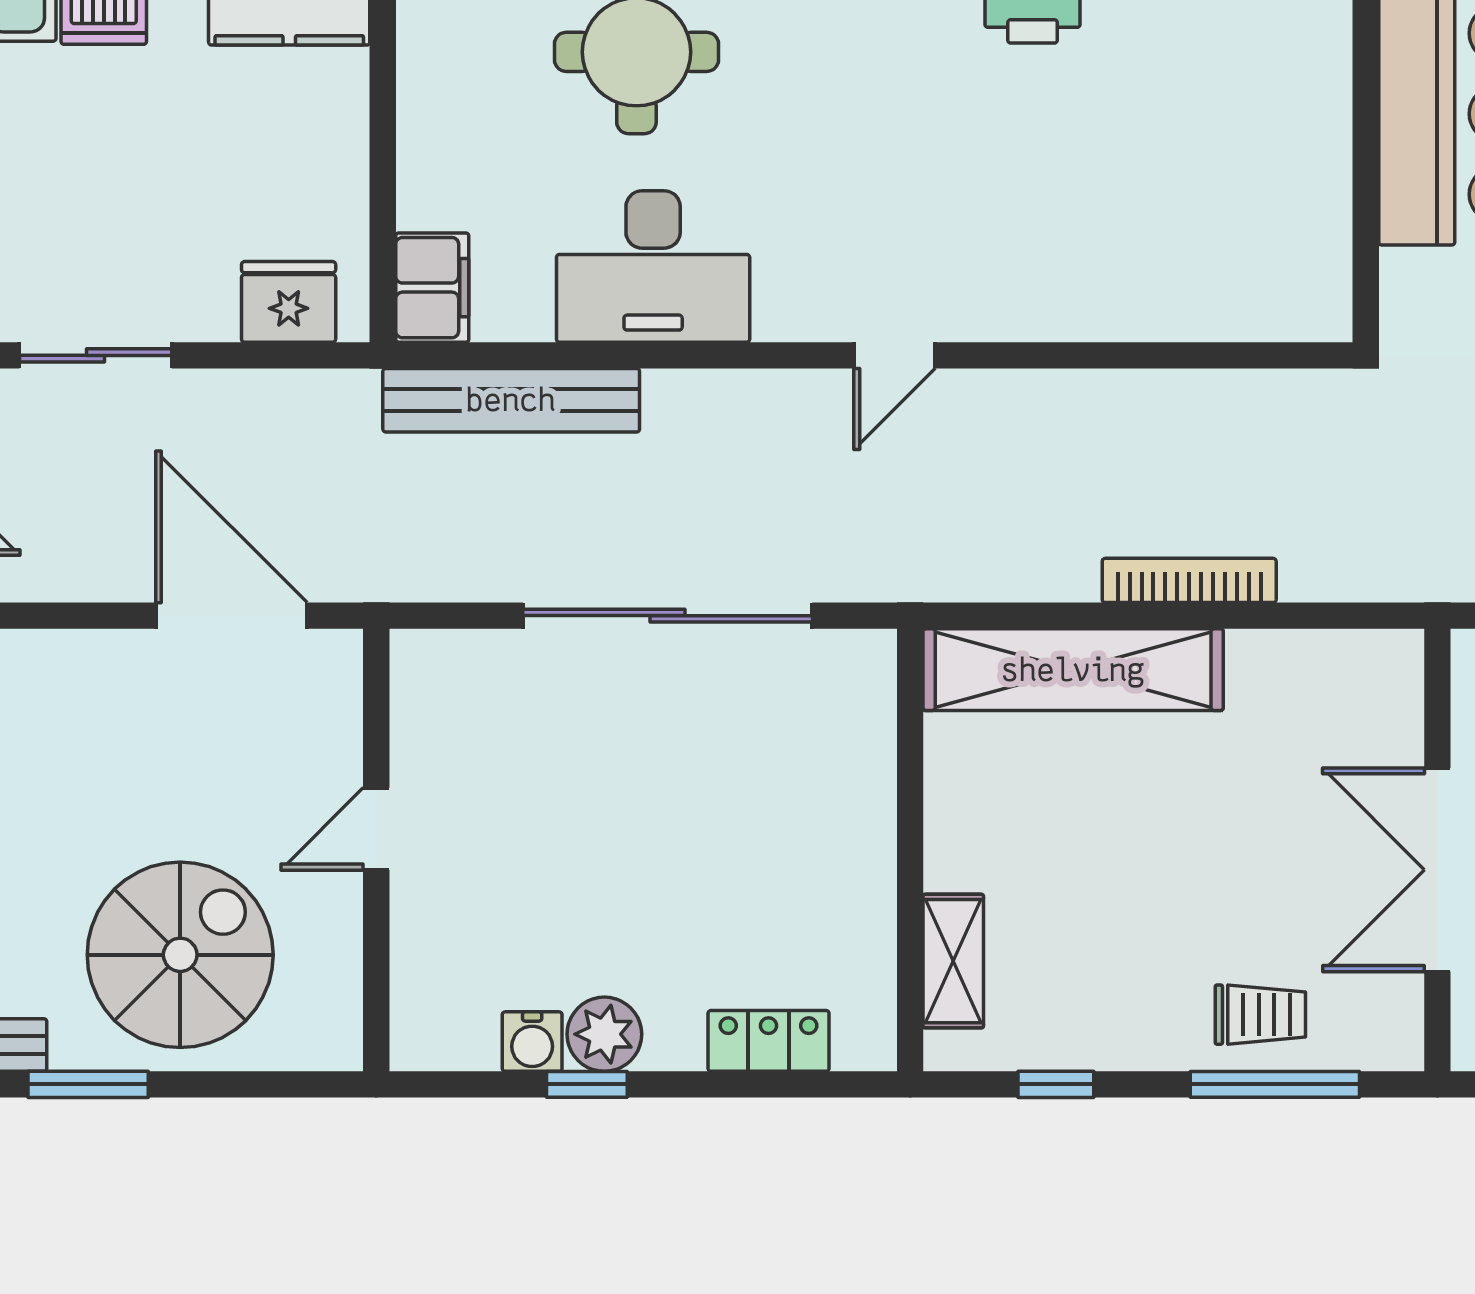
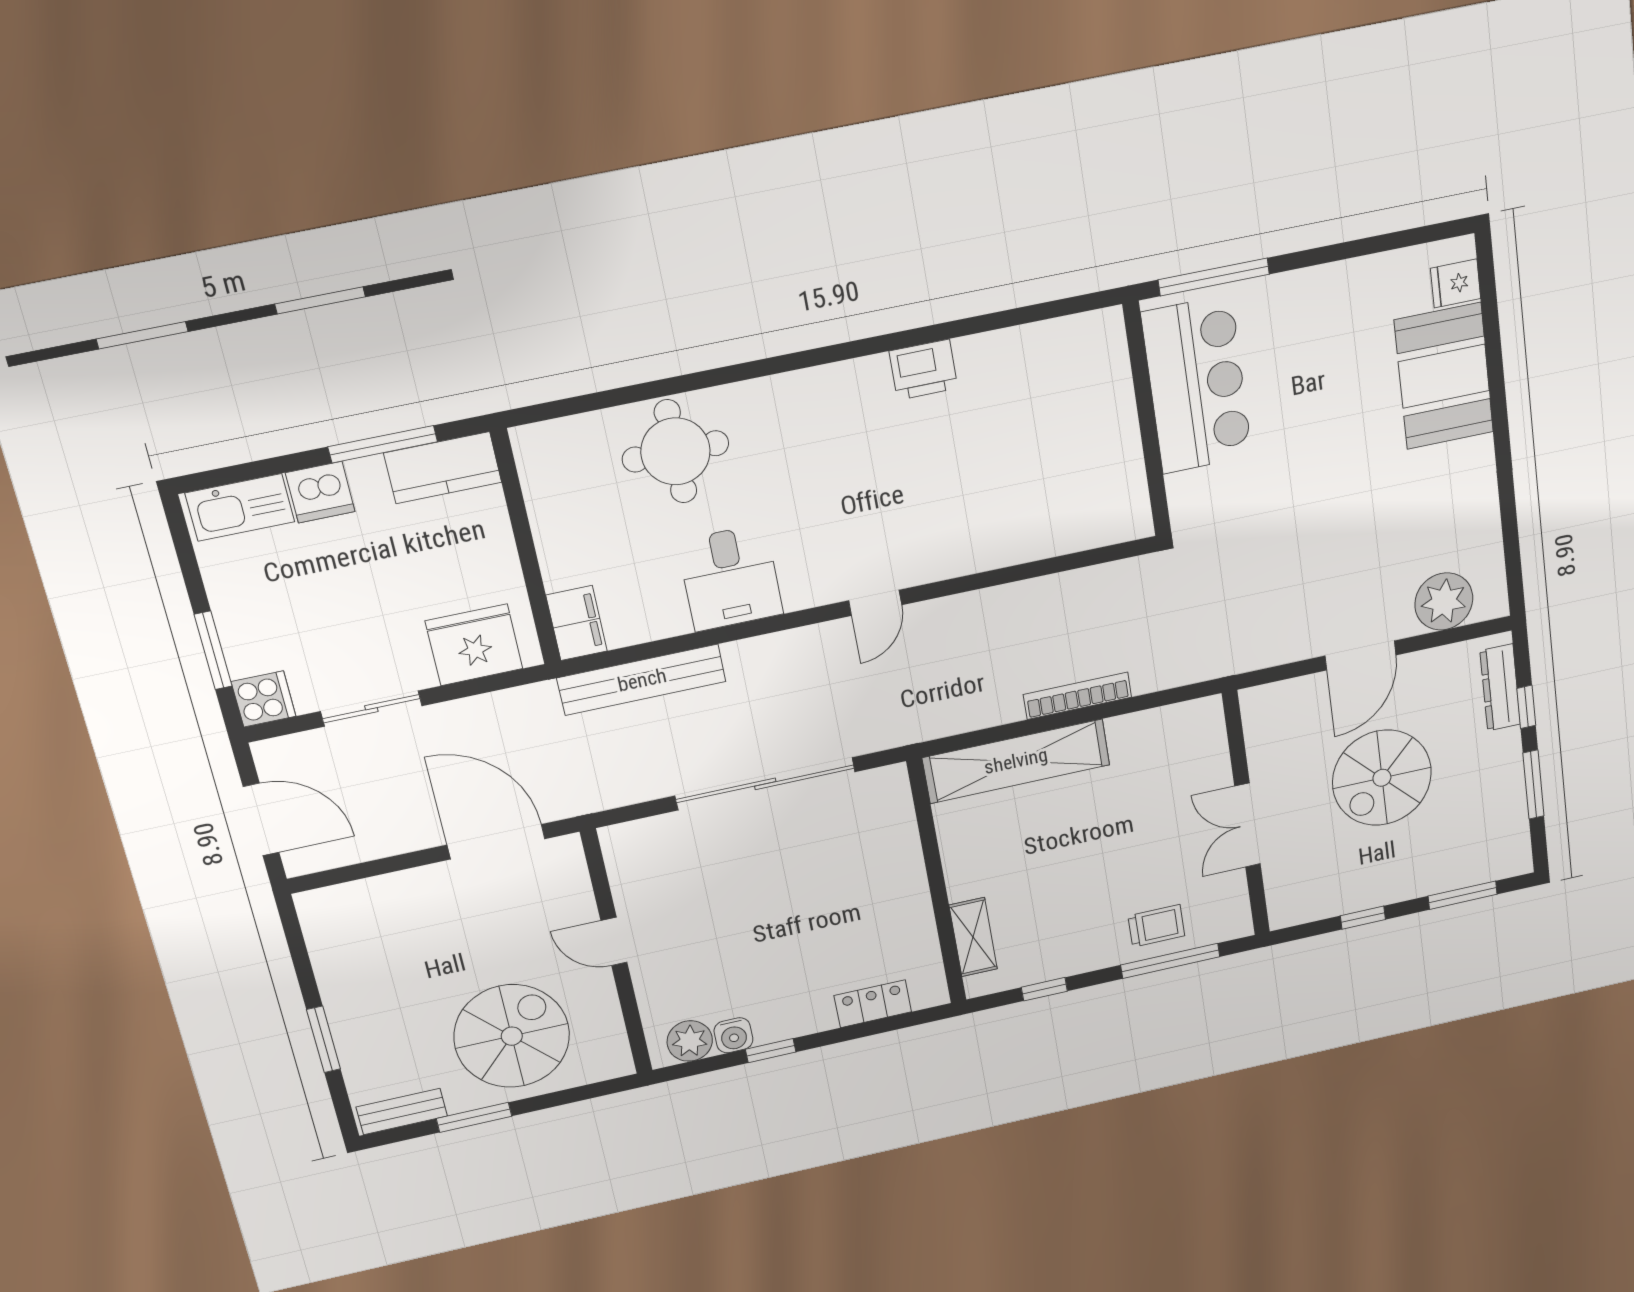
desk: (653, 266) -> (730, 578), width x0.73
fridge: (289, 302) -> (474, 645), width x1.36, depth x1.34
door: (376, 829) -> (614, 941), hinge flipped
double door: (1437, 870) -> (1248, 825), width x0.73
plant: (604, 1034) -> (690, 1041), moved

